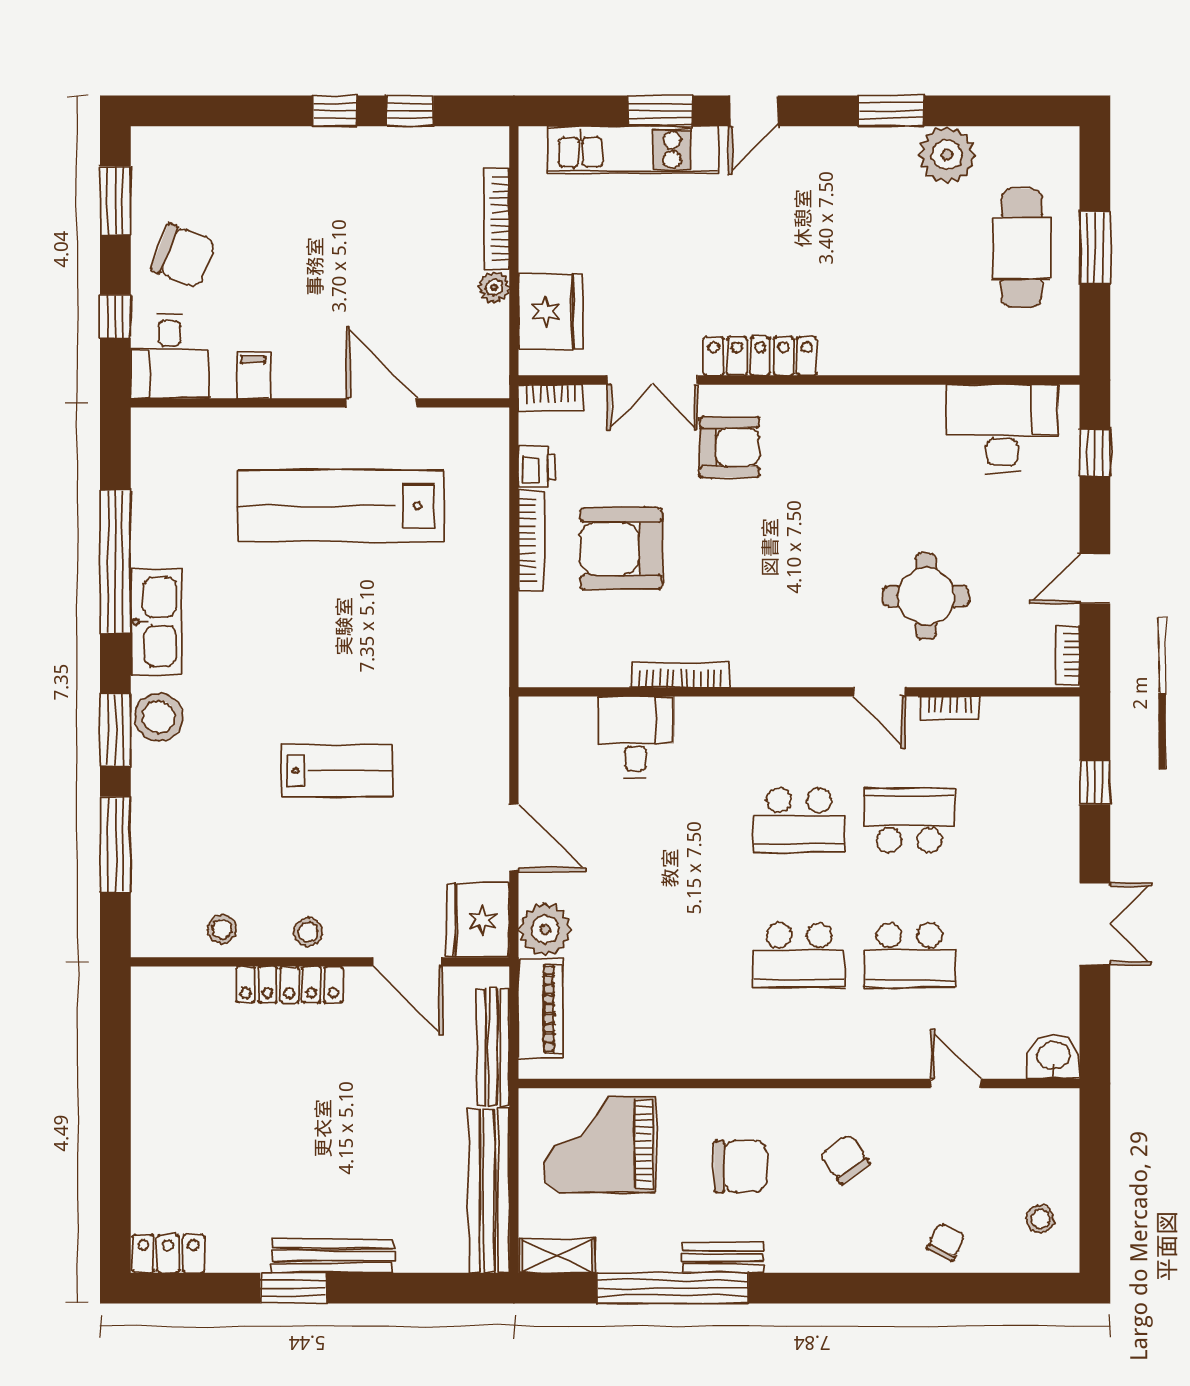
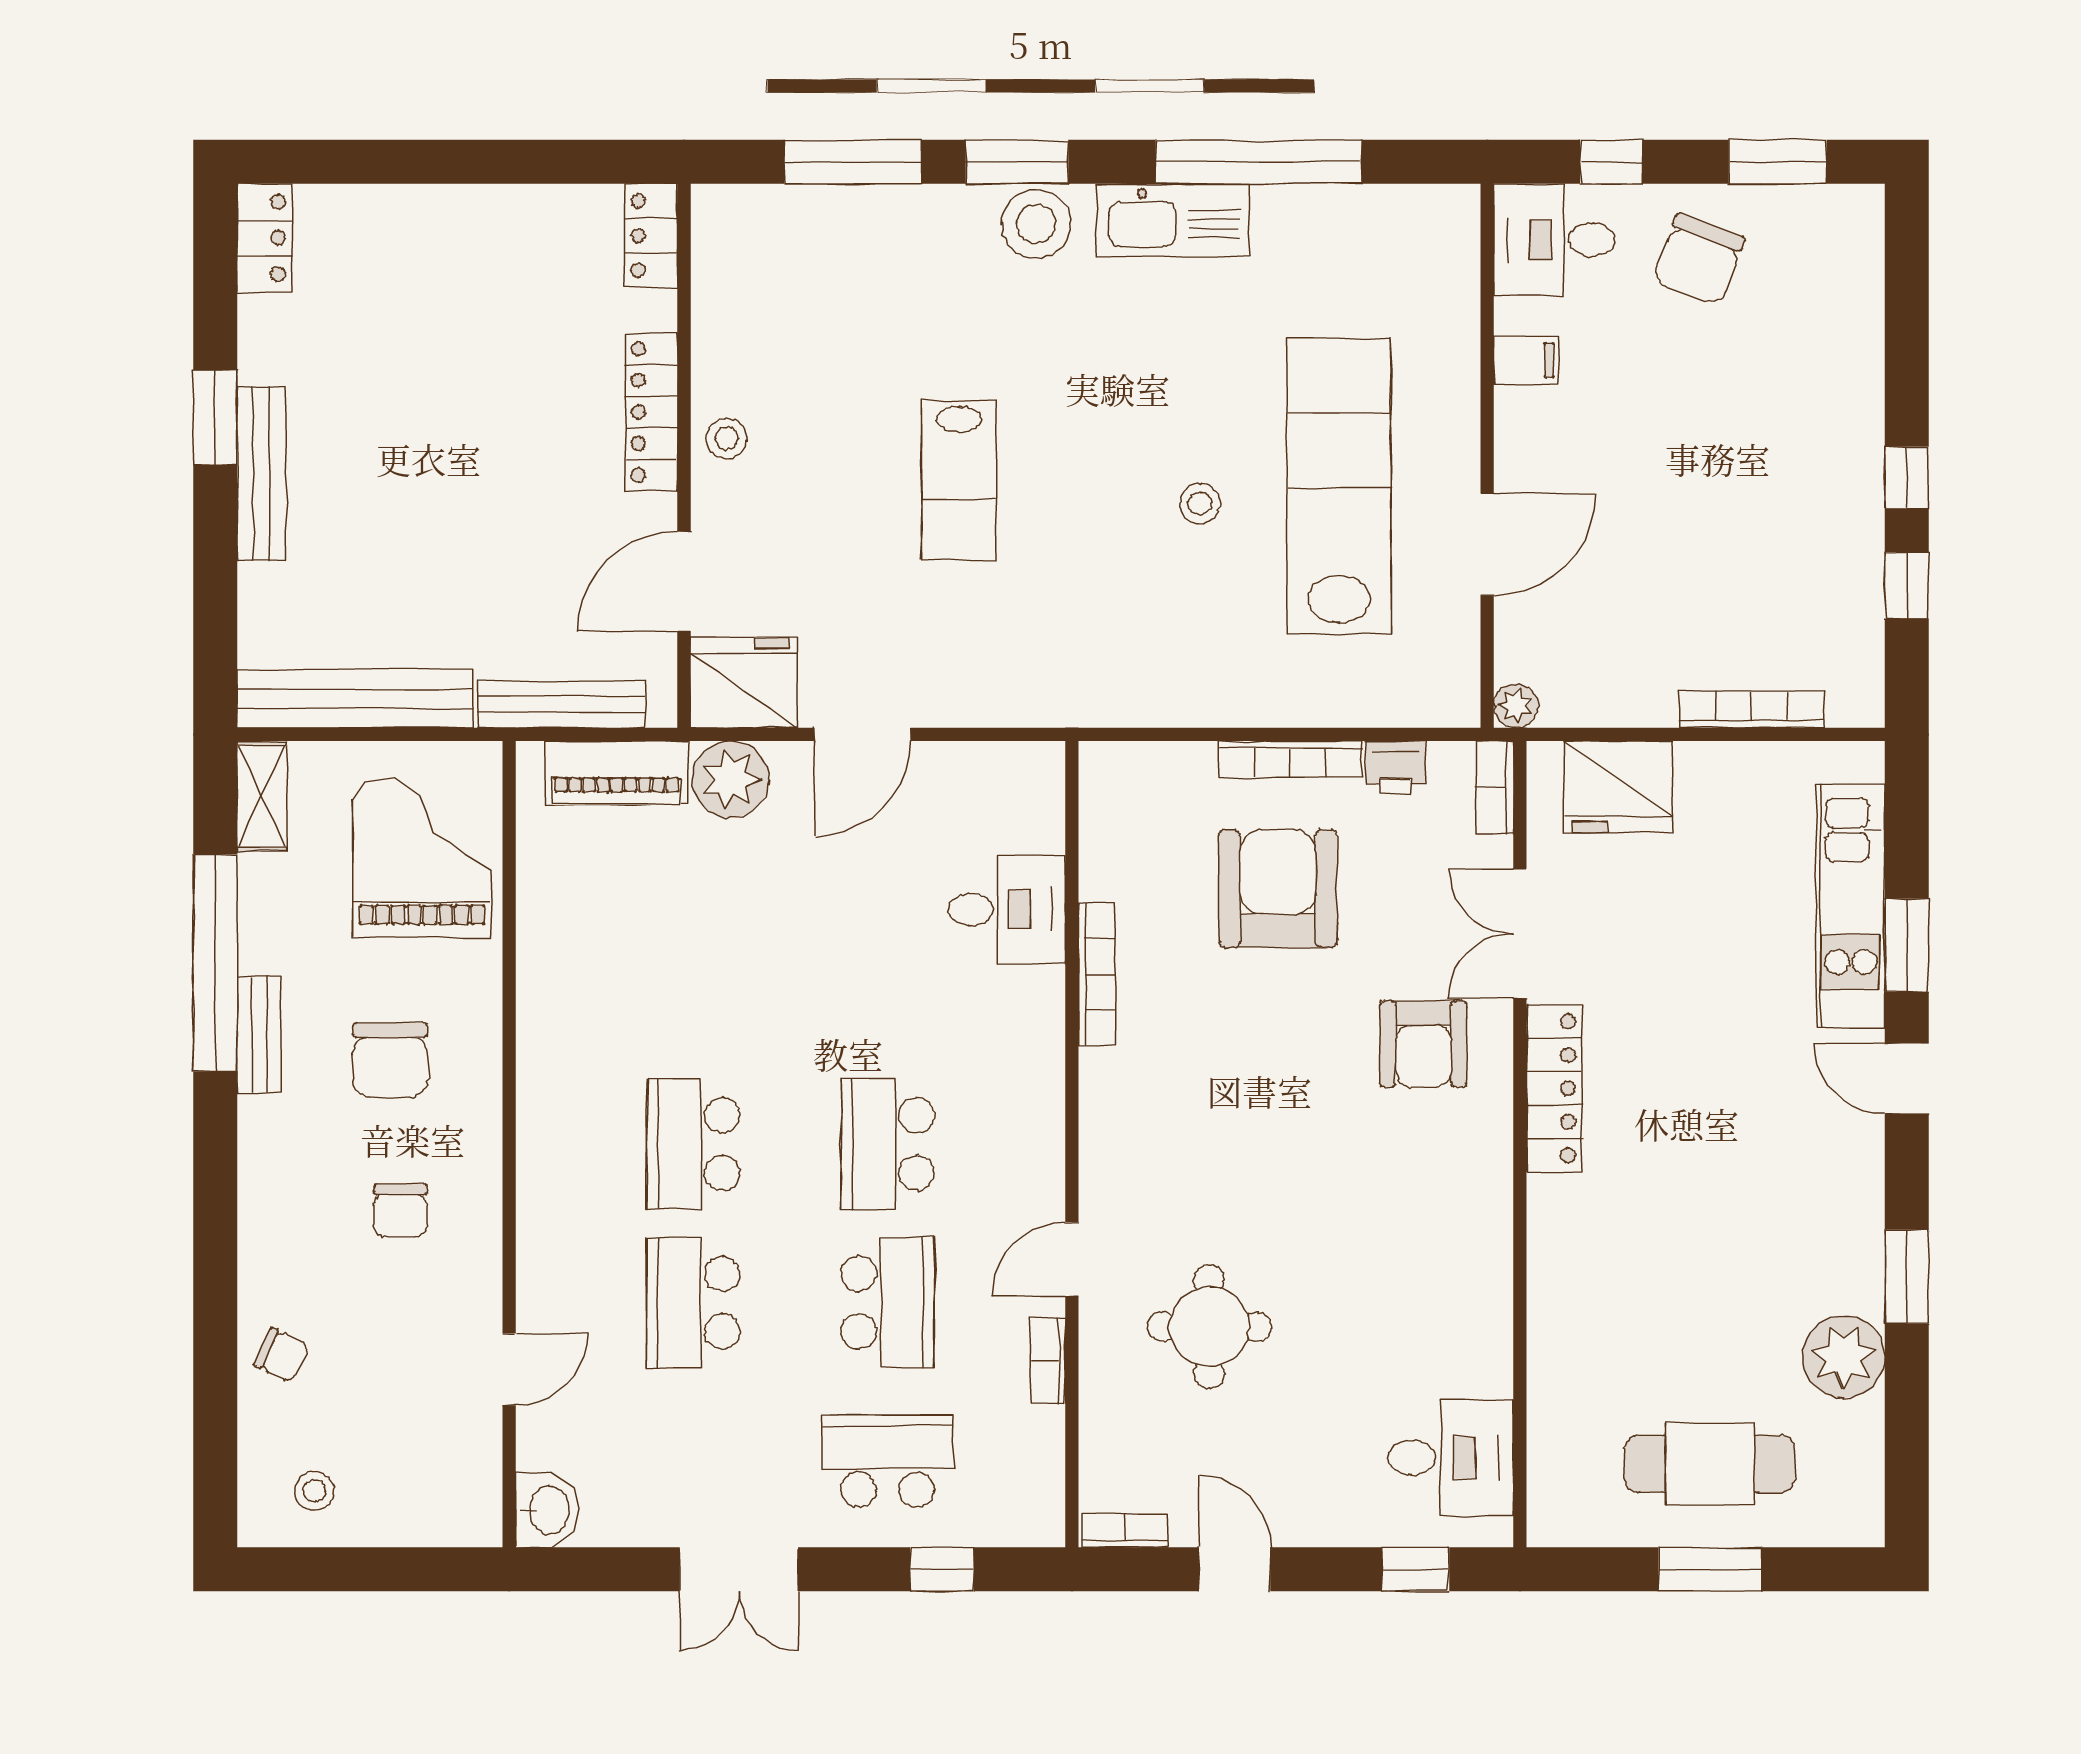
plant: (494, 287) -> (1516, 706), moved
desk: (1002, 428) -> (1451, 1458), width x0.73
school desk: (1020, 820) -> (888, 1461), added
stool: (222, 929) -> (1200, 503), moved
locker: (167, 985) -> (651, 236), added
chair: (845, 1159) -> (400, 1210), turned 125

